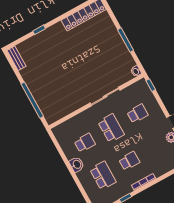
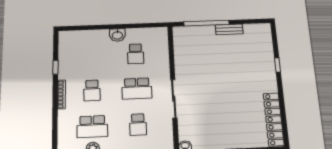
bench: (16, 58) -> (229, 29), moved
school desk: (103, 176) -> (92, 127), moved

